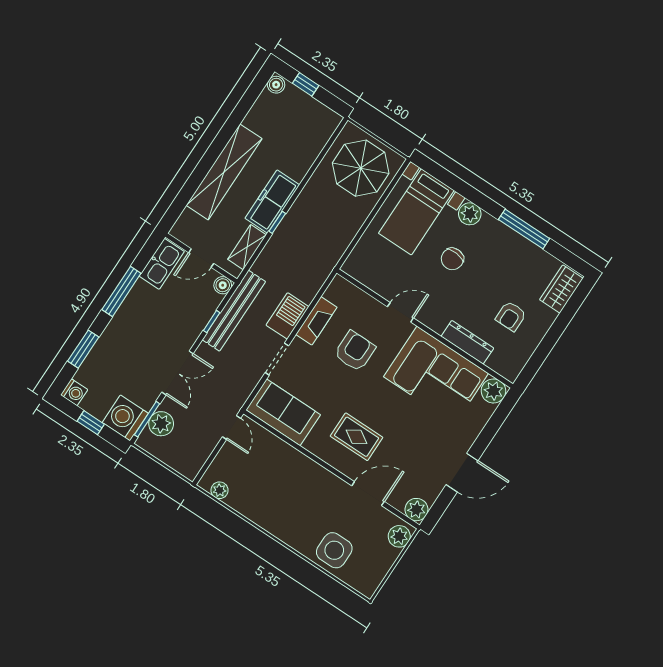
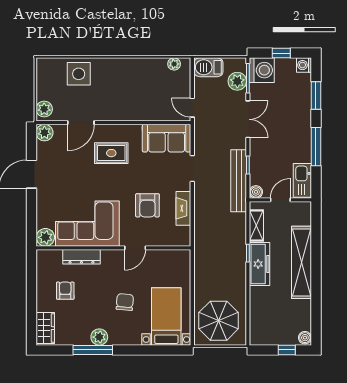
plant: (470, 214) -> (99, 337), moved
barbecue: (287, 316) -> (208, 67), moved, turned 90
double door: (178, 373) -> (248, 119), swing flipped

